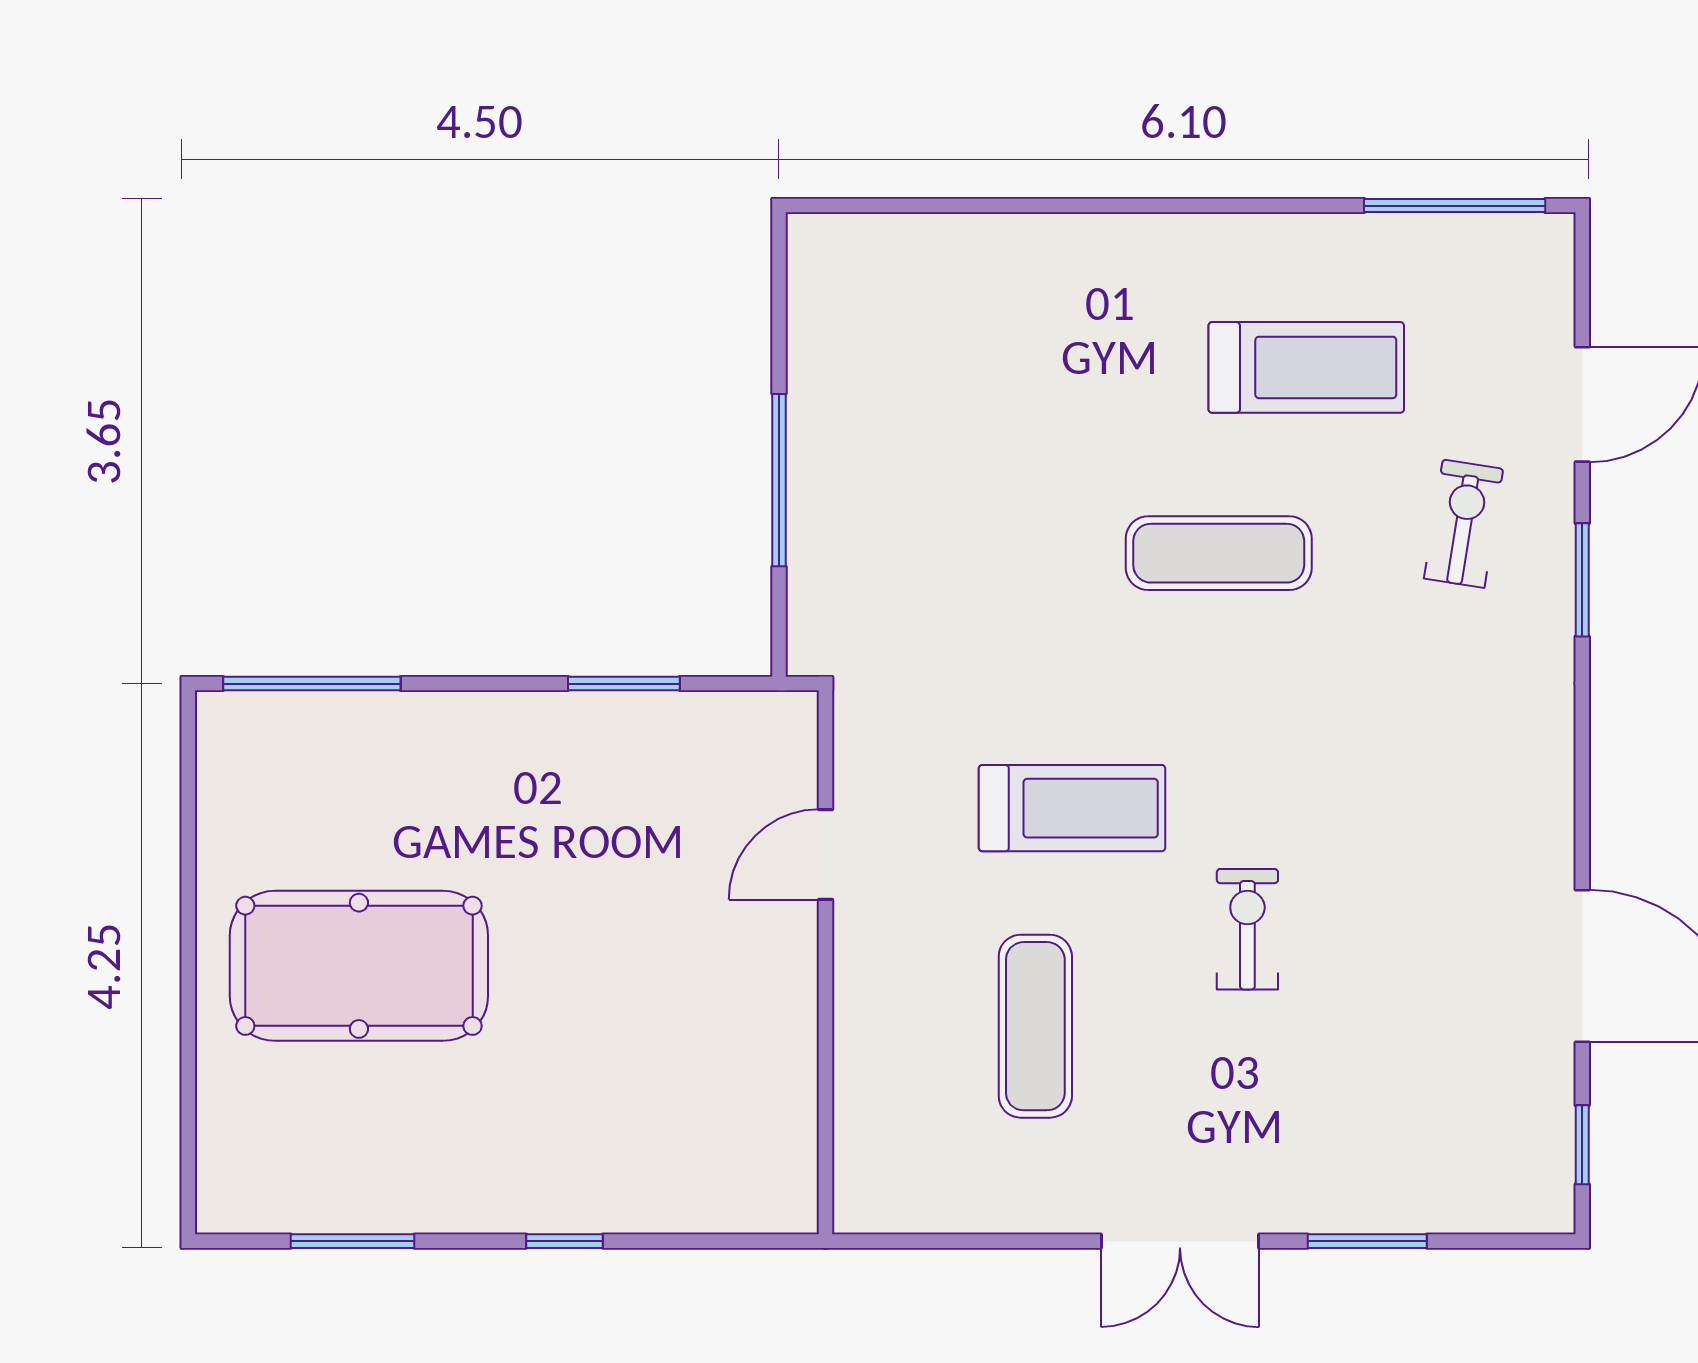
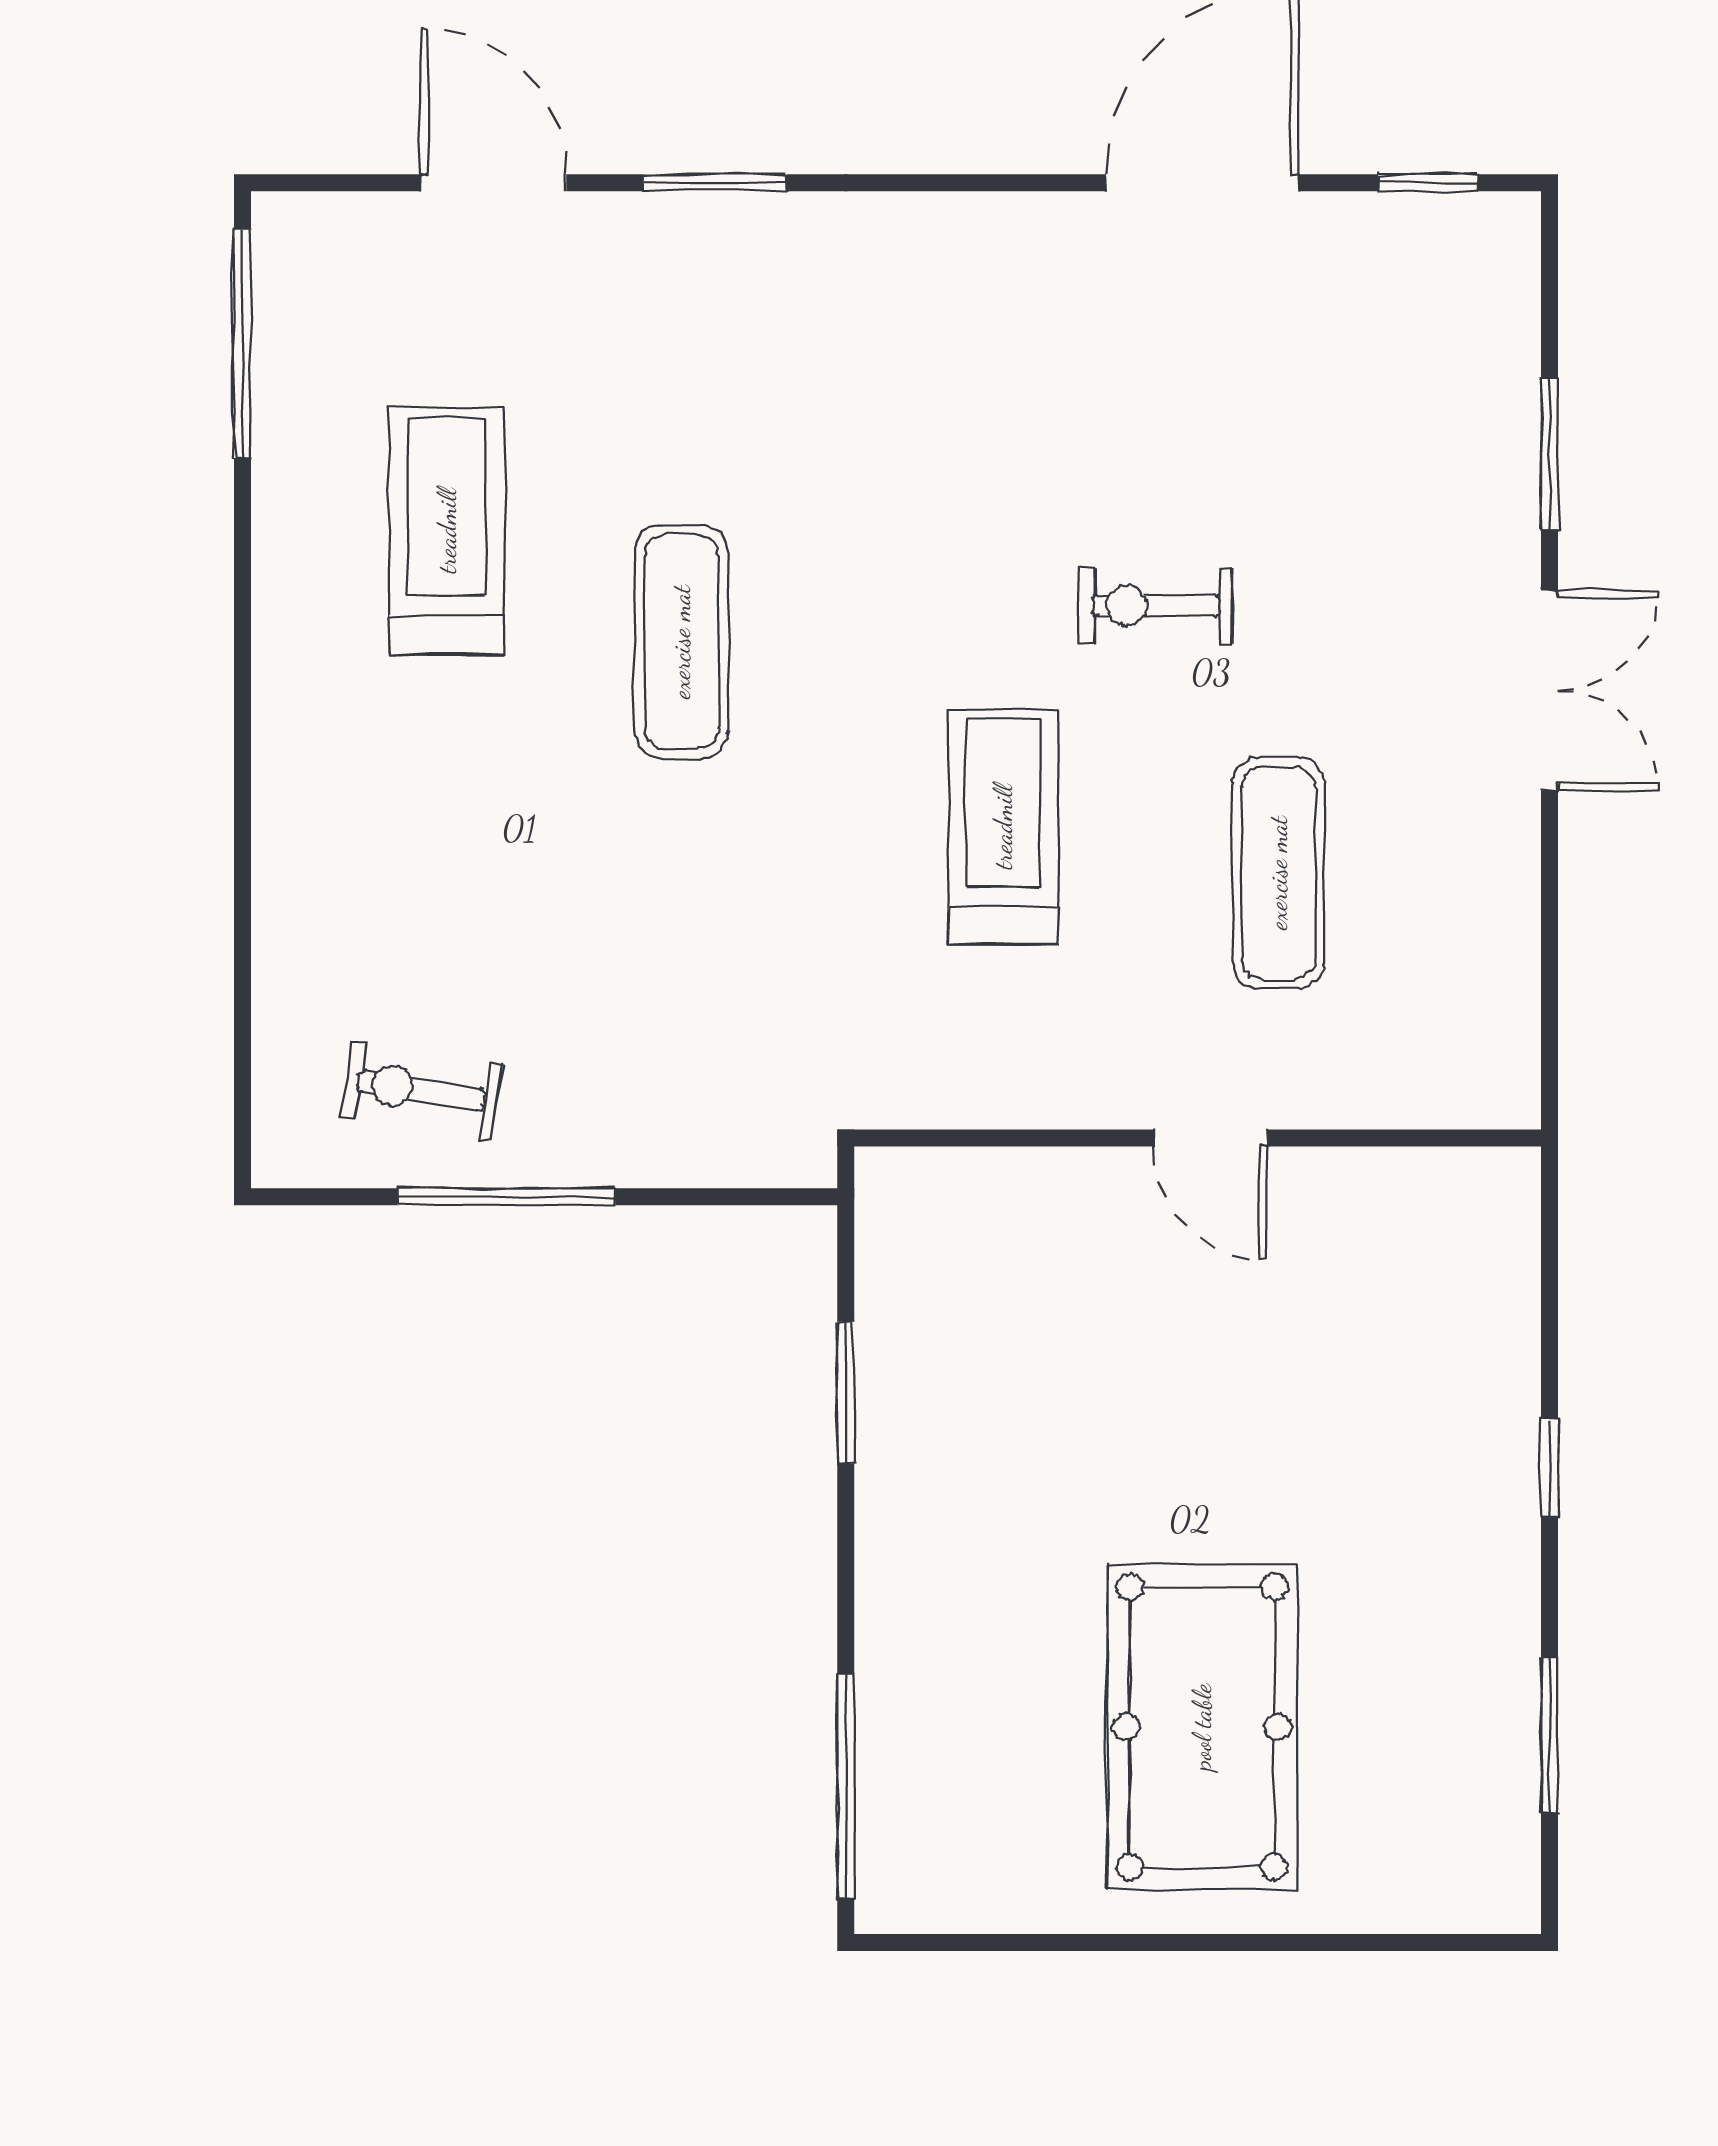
window: (779, 480) -> (506, 1197), moved
exercise bike: (1464, 524) -> (421, 1091), moved
door: (825, 854) -> (1210, 1138), moved
exercise mat: (1035, 1026) -> (1278, 873), turned 90

